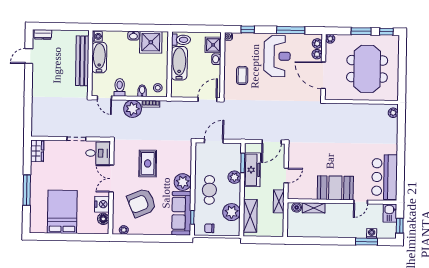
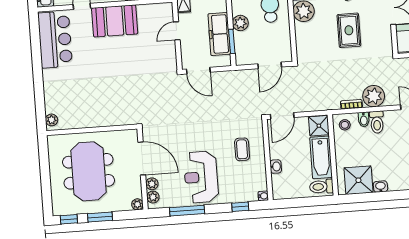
shower: (213, 45) -> (319, 126), moved
toilet: (120, 87) -> (377, 122), moved
door: (272, 142) -> (198, 71), swing flipped

